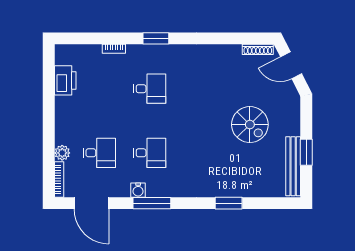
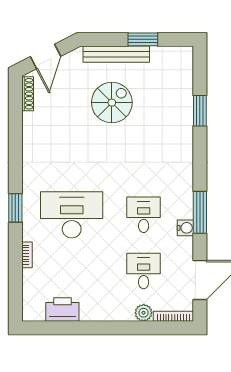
desk: (150, 89) -> (72, 215), width x1.87, depth x1.30
bench: (293, 166) -> (116, 54), moved
window: (229, 203) -> (200, 111), moved

